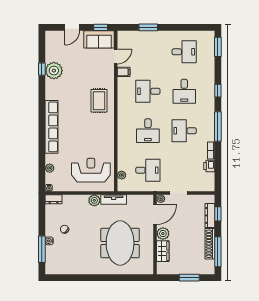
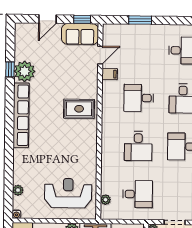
rug: (99, 101) -> (79, 109), turned 90
row of seats: (52, 127) -> (21, 115), moved

